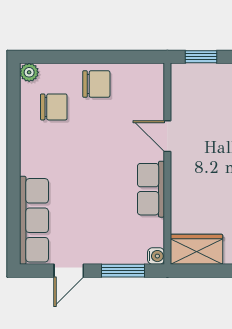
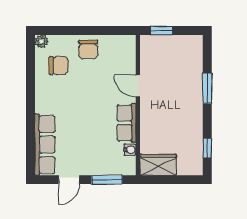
chair: (96, 84) -> (88, 50), turned 90
water cooler: (156, 256) -> (130, 150), moved

